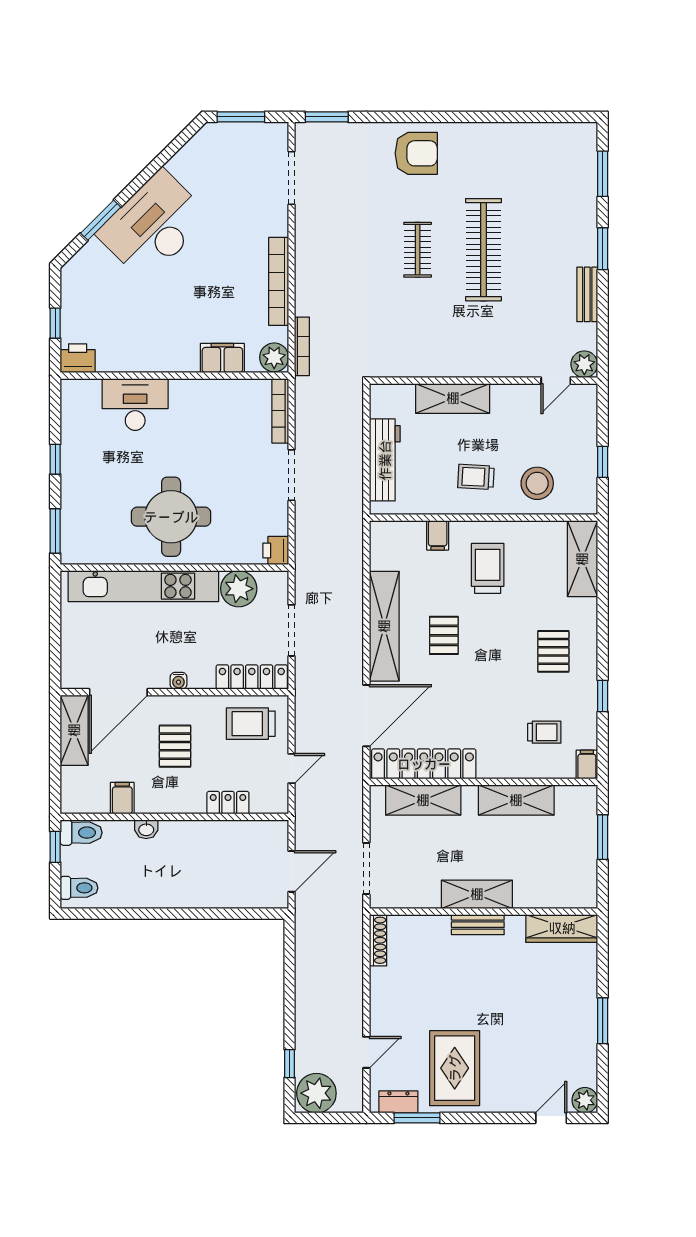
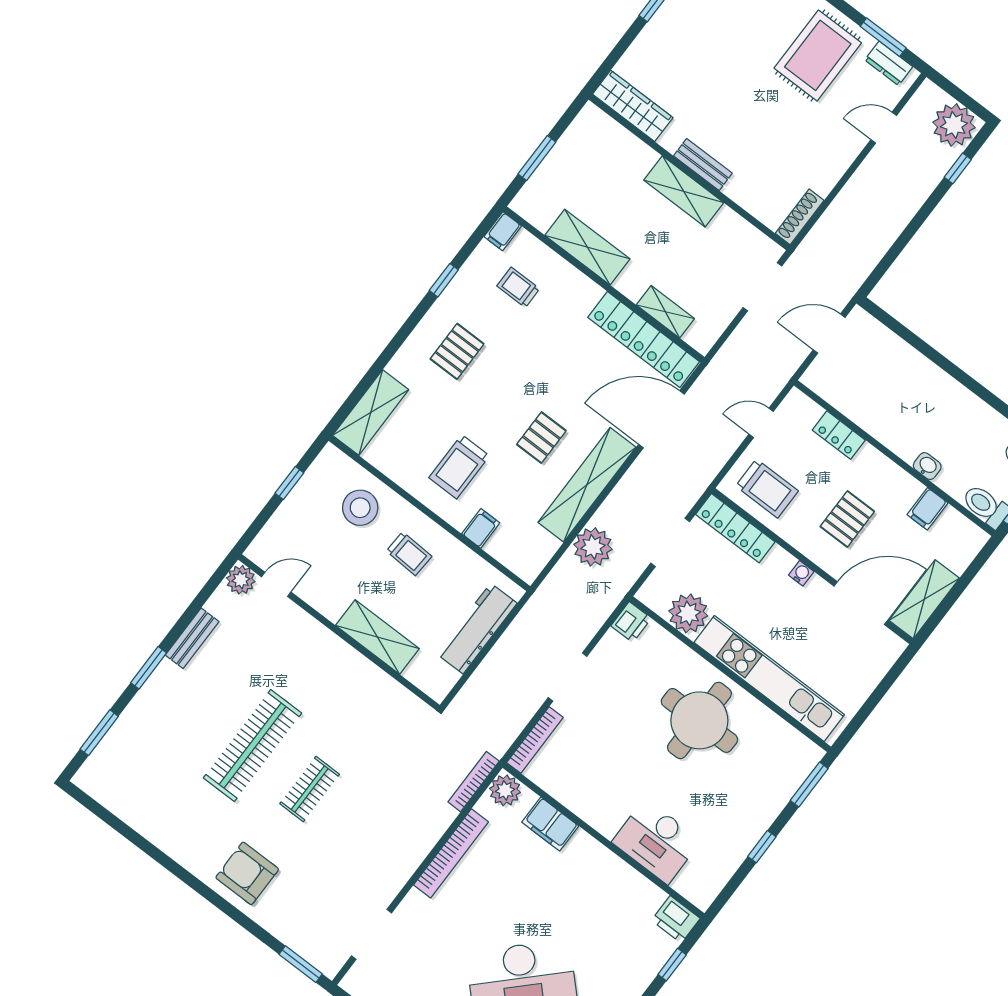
plant: (345, 584) -> (593, 547), added
shelving: (423, 800) -> (665, 312), width x0.67, depth x0.75

